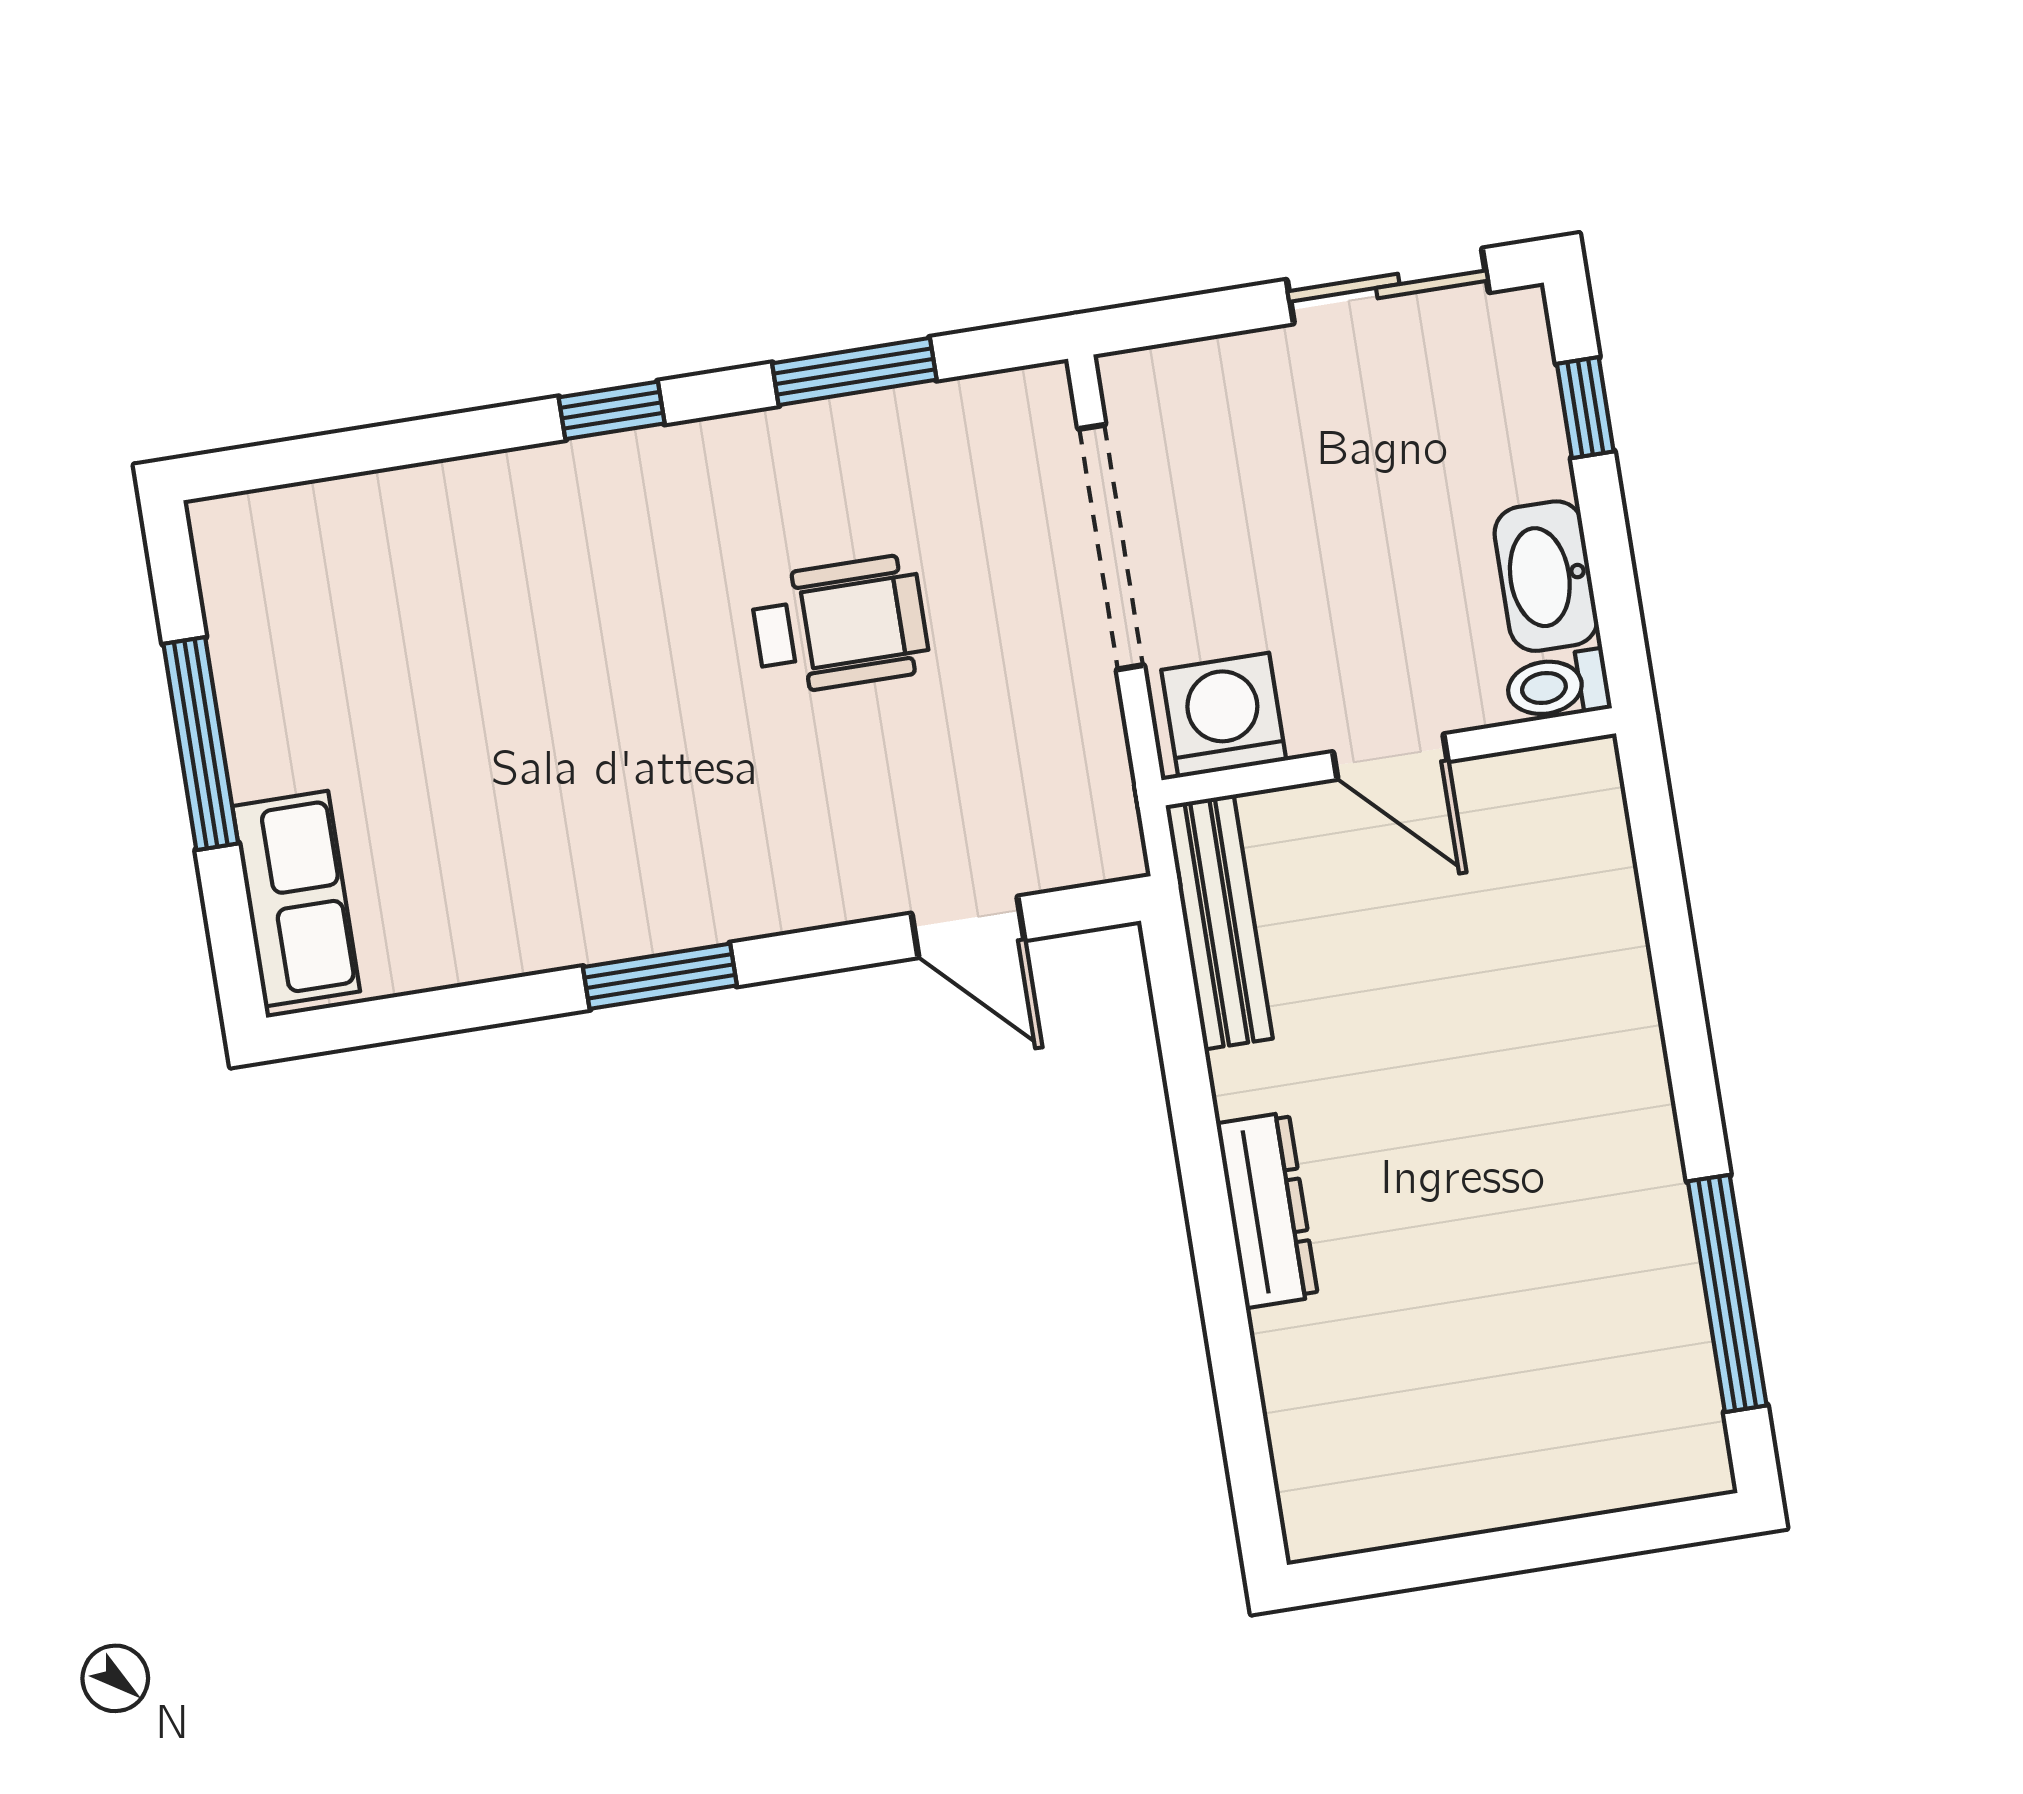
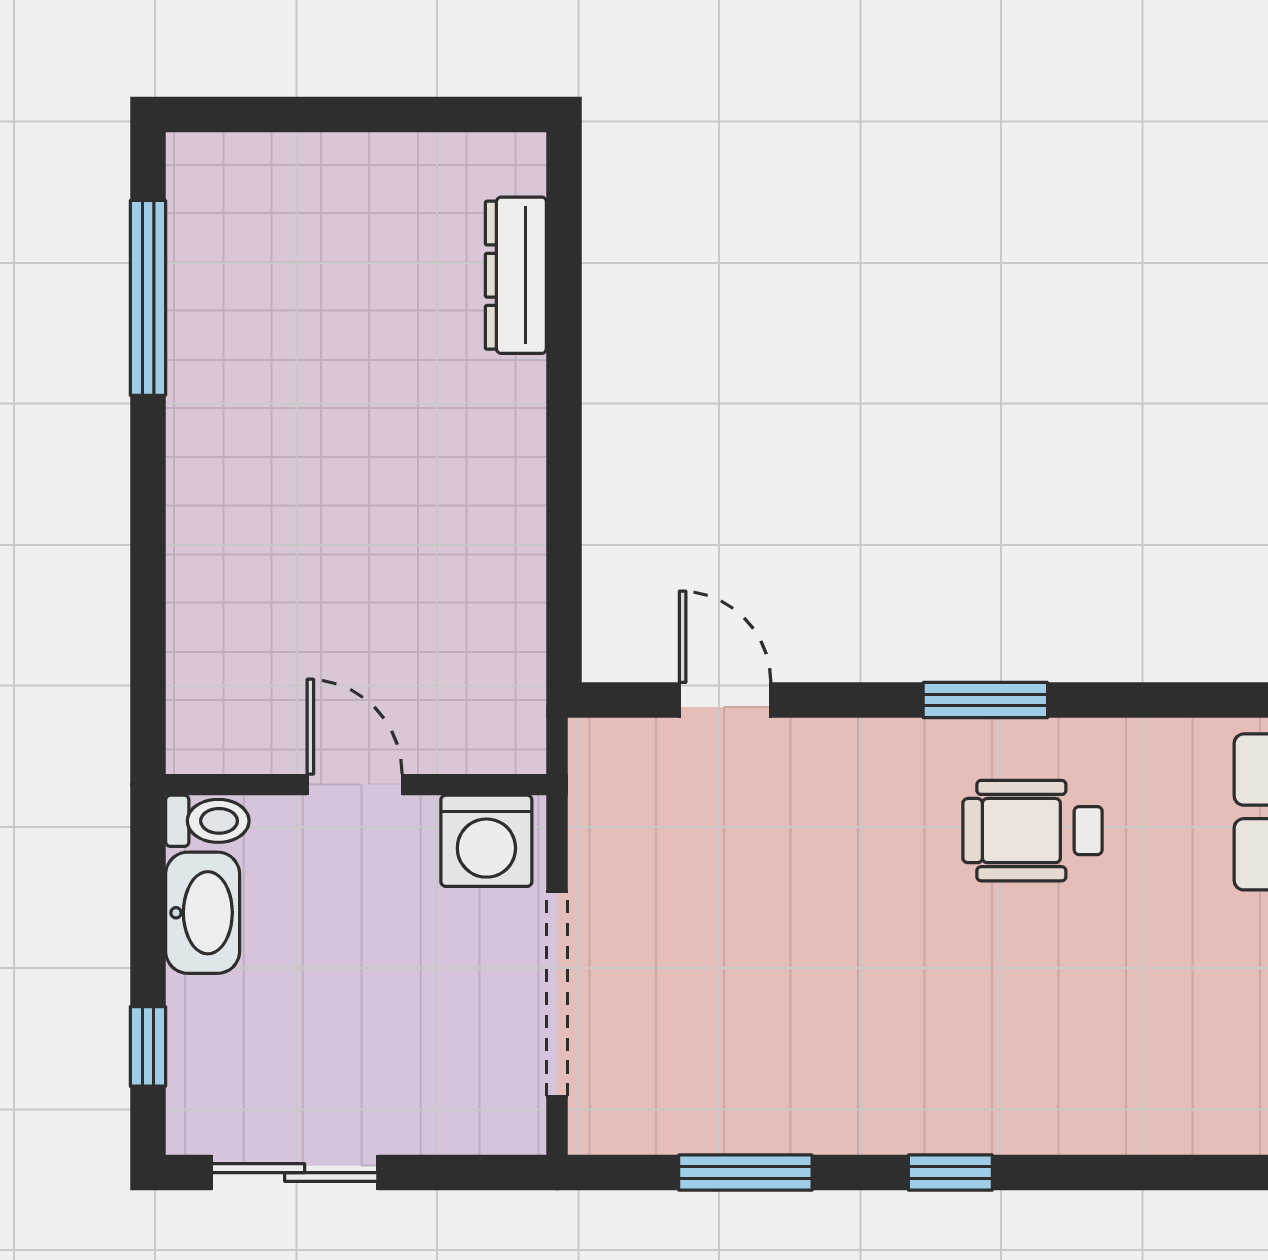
wheelchair: (840, 625) -> (1032, 831), moved
bench: (1219, 922) -> (518, 671), removed
dresser: (1267, 1210) -> (516, 275), moved

